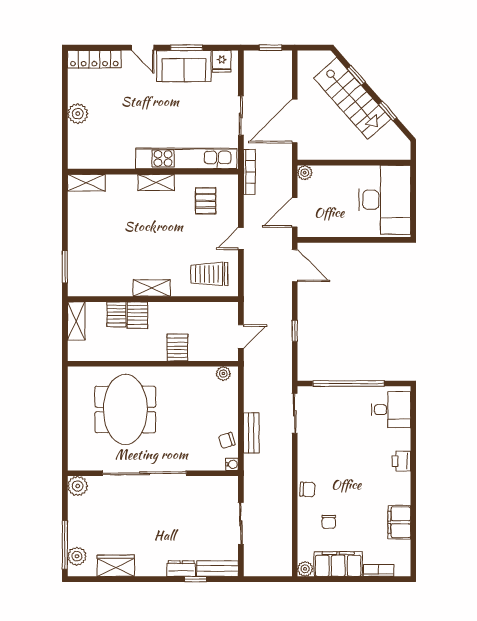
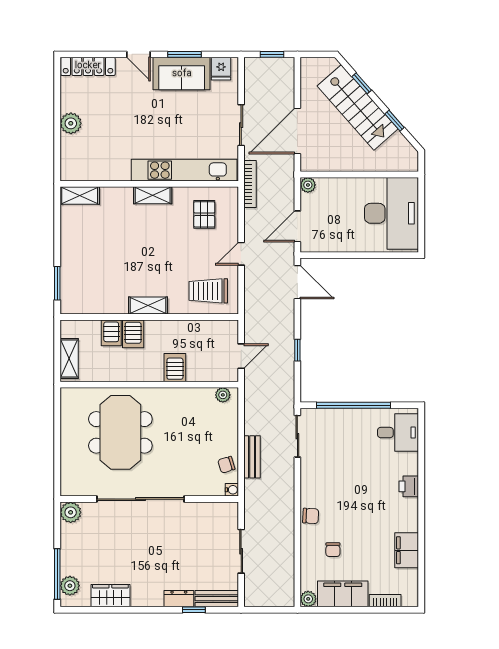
shelving: (76, 321) -> (69, 358), moved

